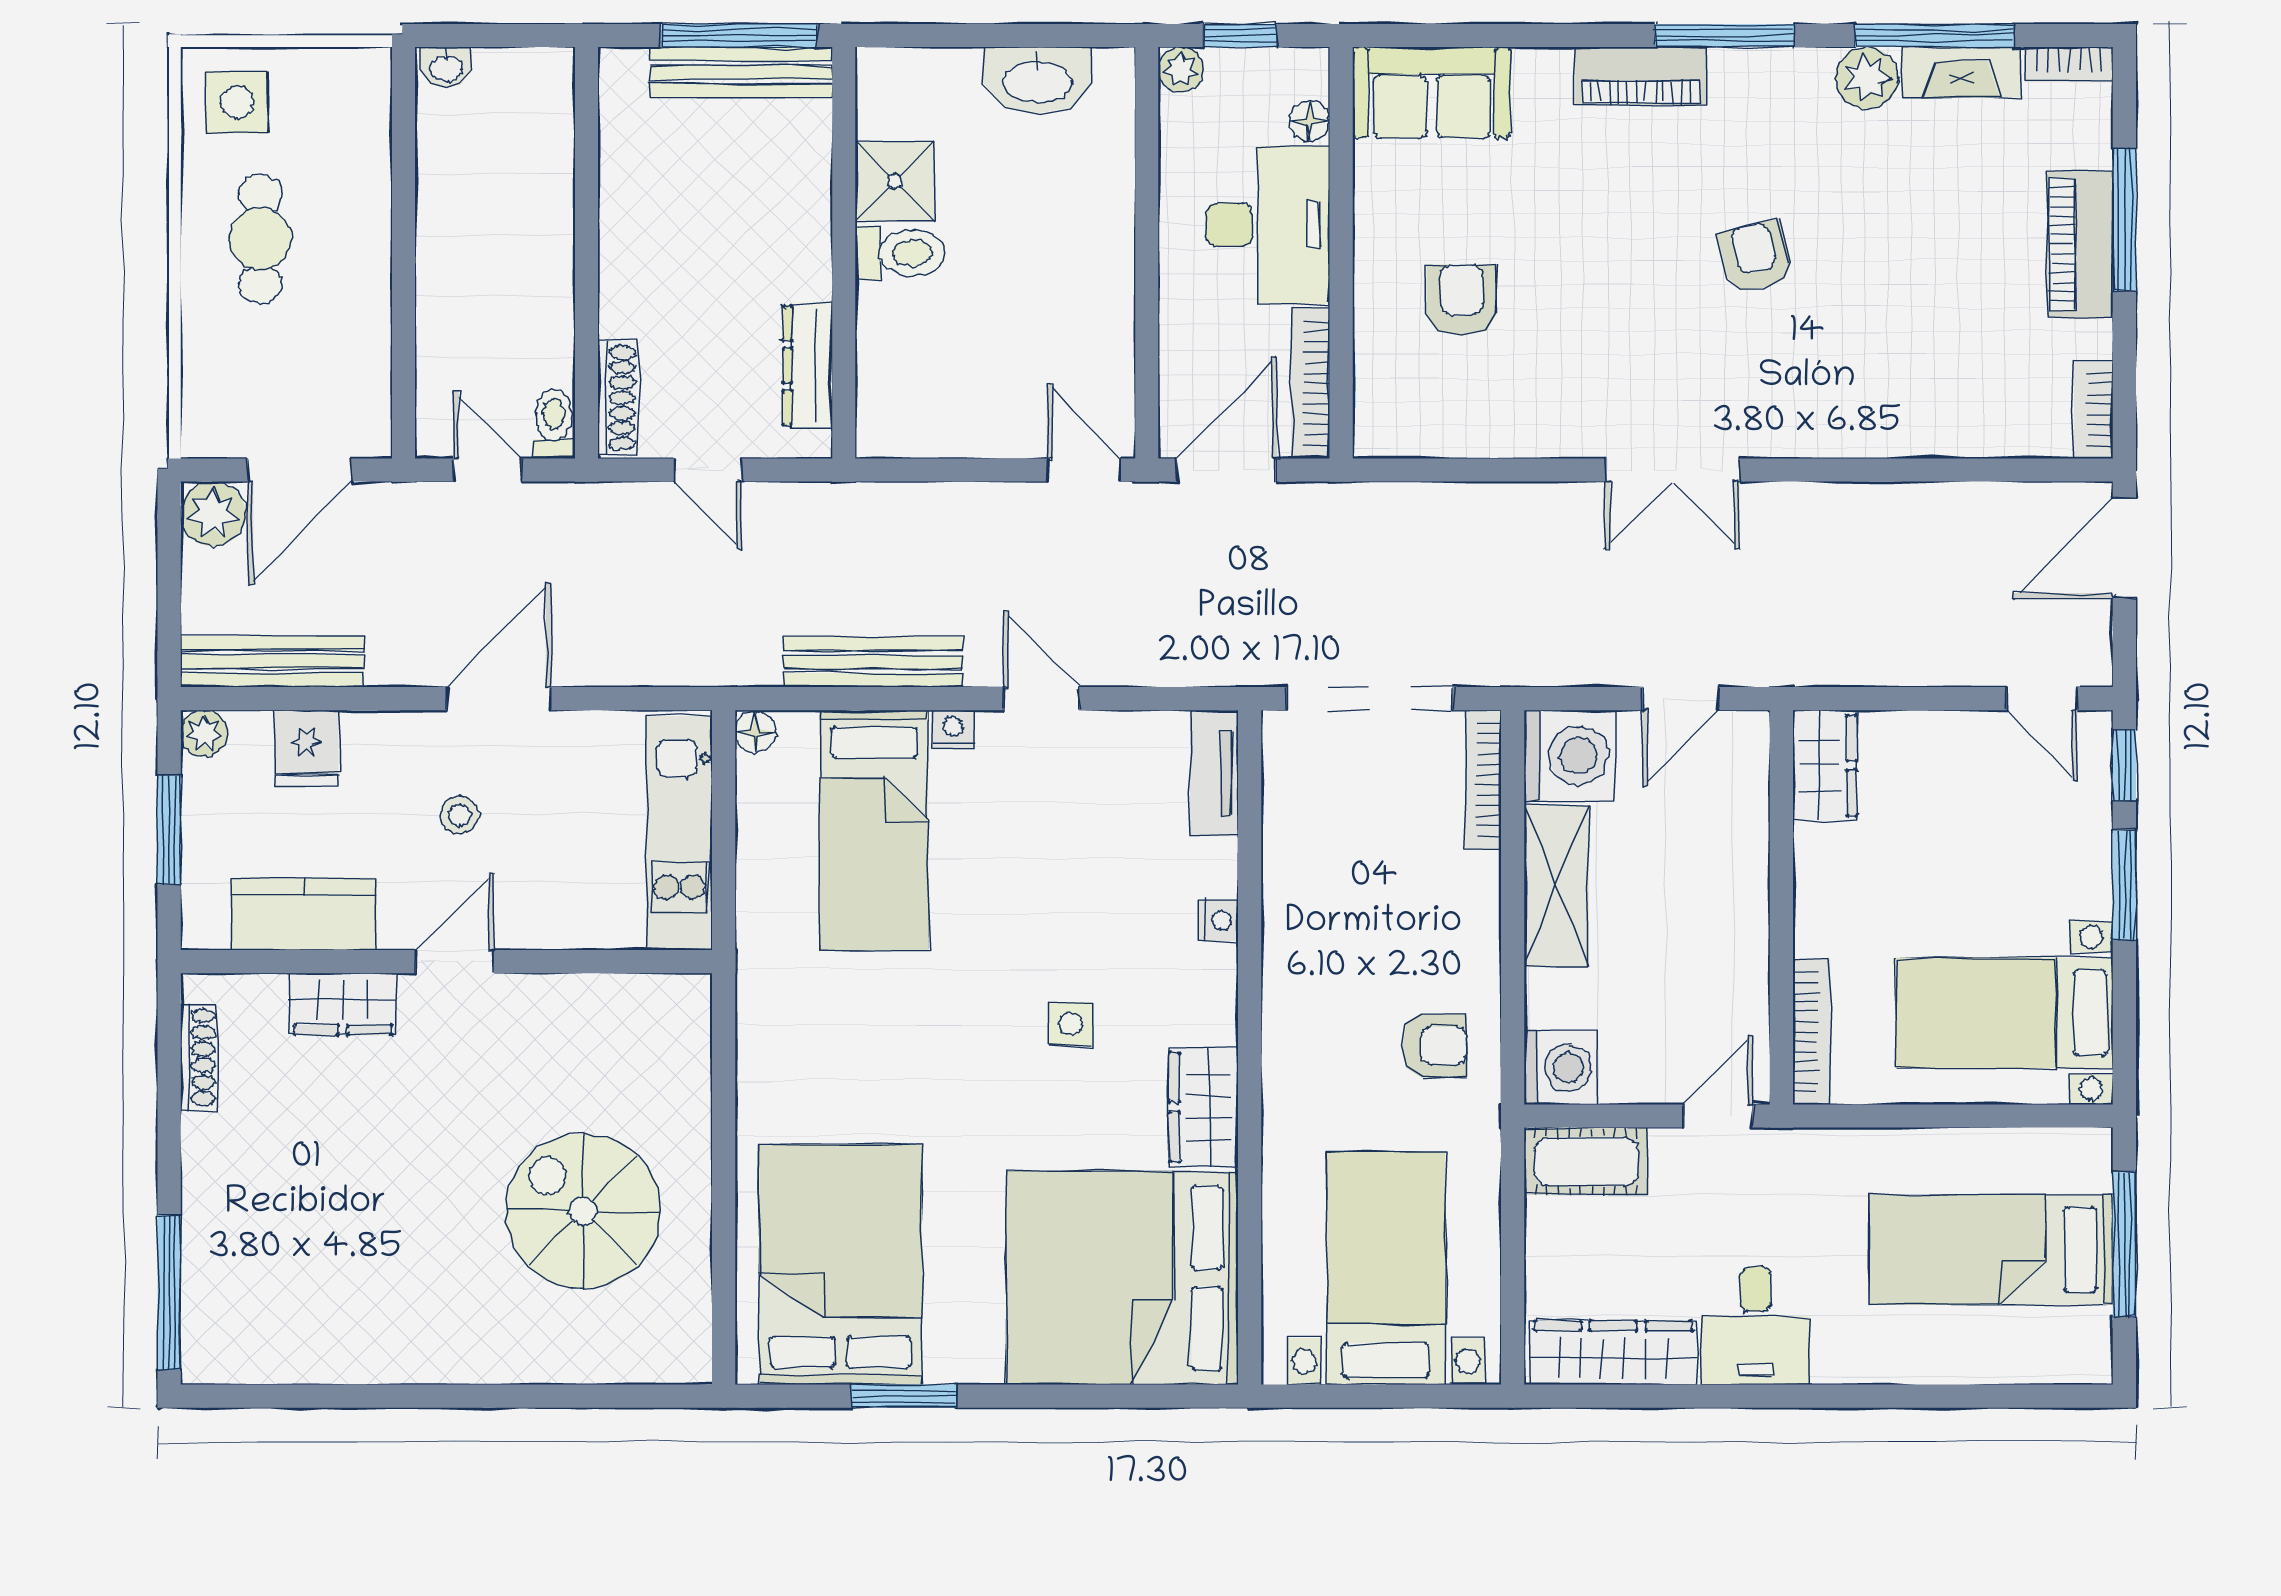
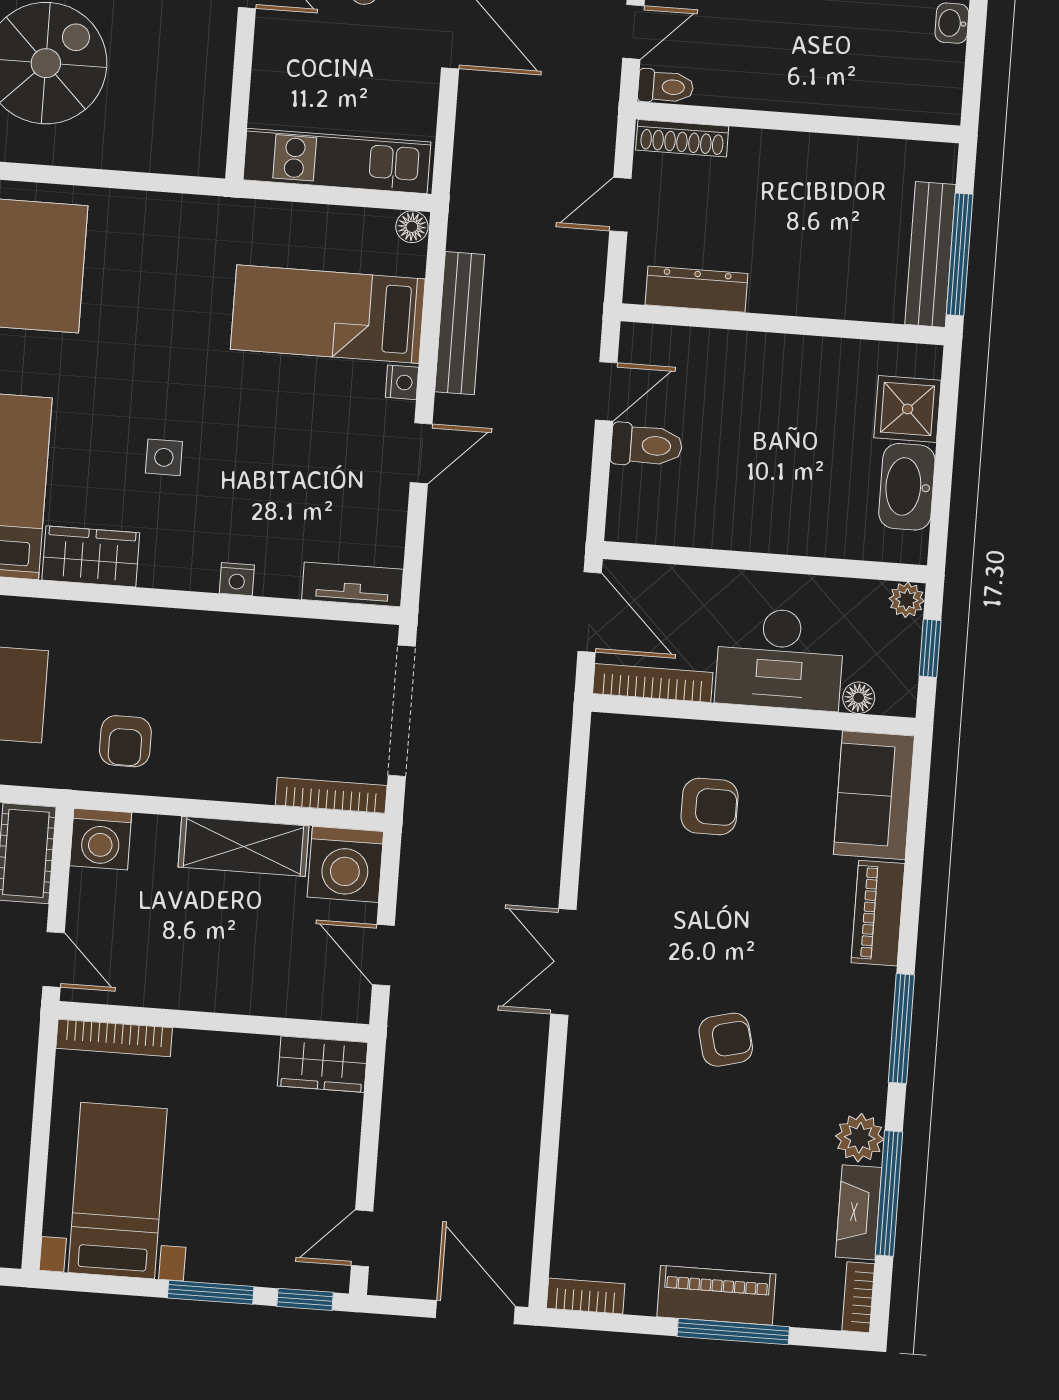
piano: (1641, 76) -> (878, 913), moved
shower: (895, 181) -> (908, 409), moved
toilet: (900, 253) -> (646, 445), moved, turned -90
door: (1084, 470) -> (606, 391), moved

